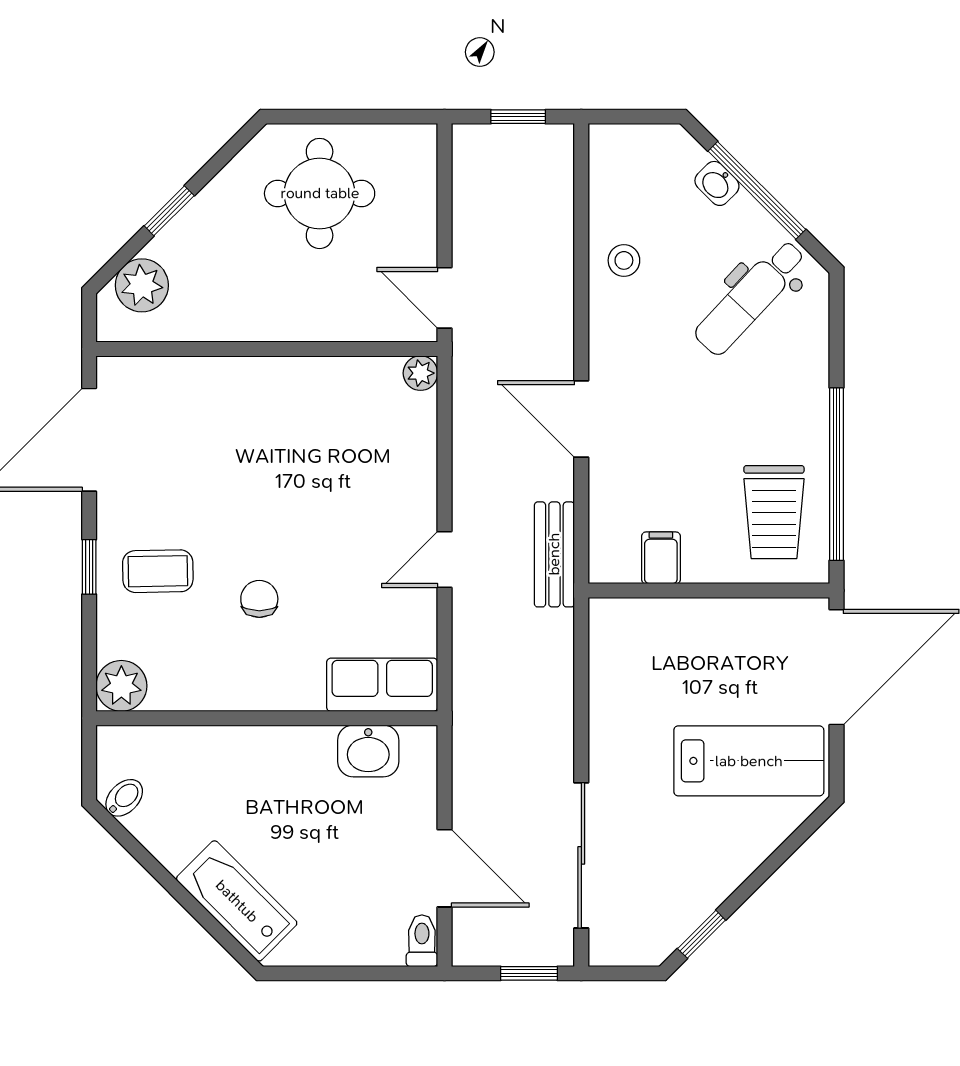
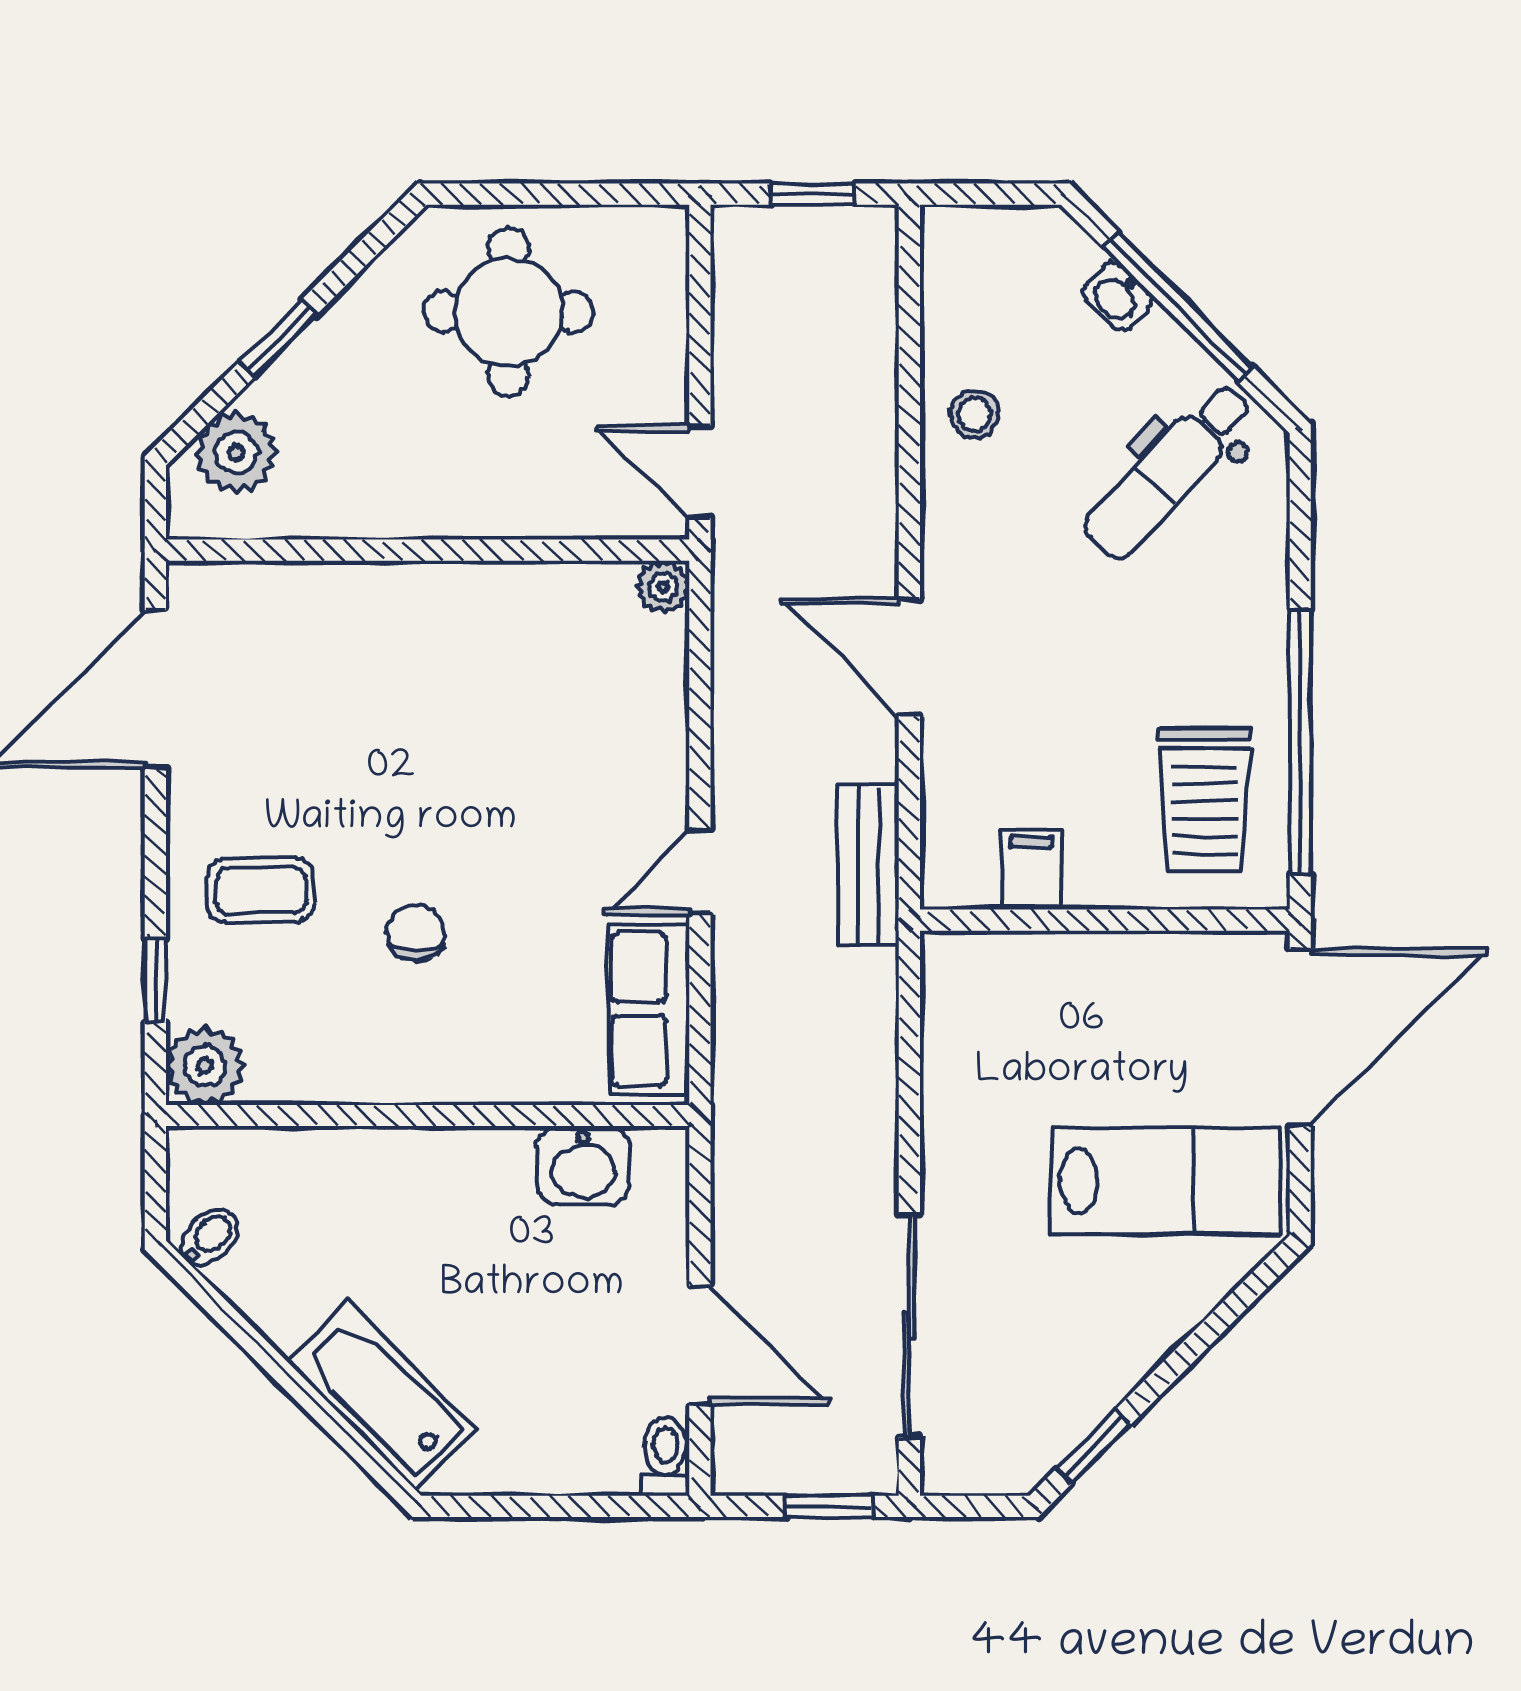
window: (89, 567) -> (155, 981), moved
row of seats: (382, 685) -> (649, 1009), moved, turned -90

